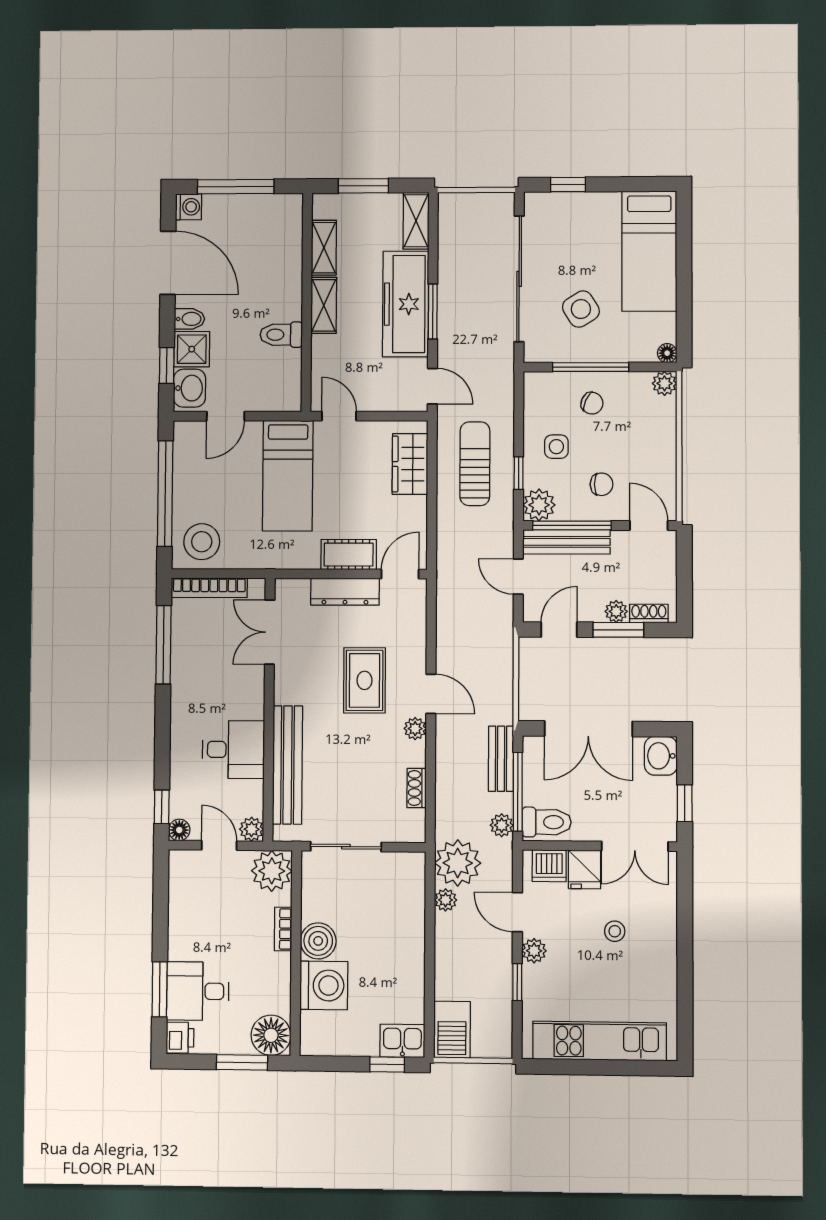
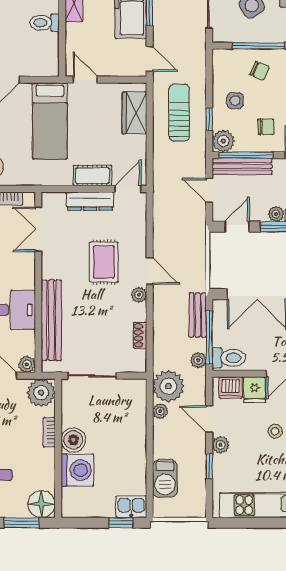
barbecue: (452, 1030) -> (165, 478), moved

